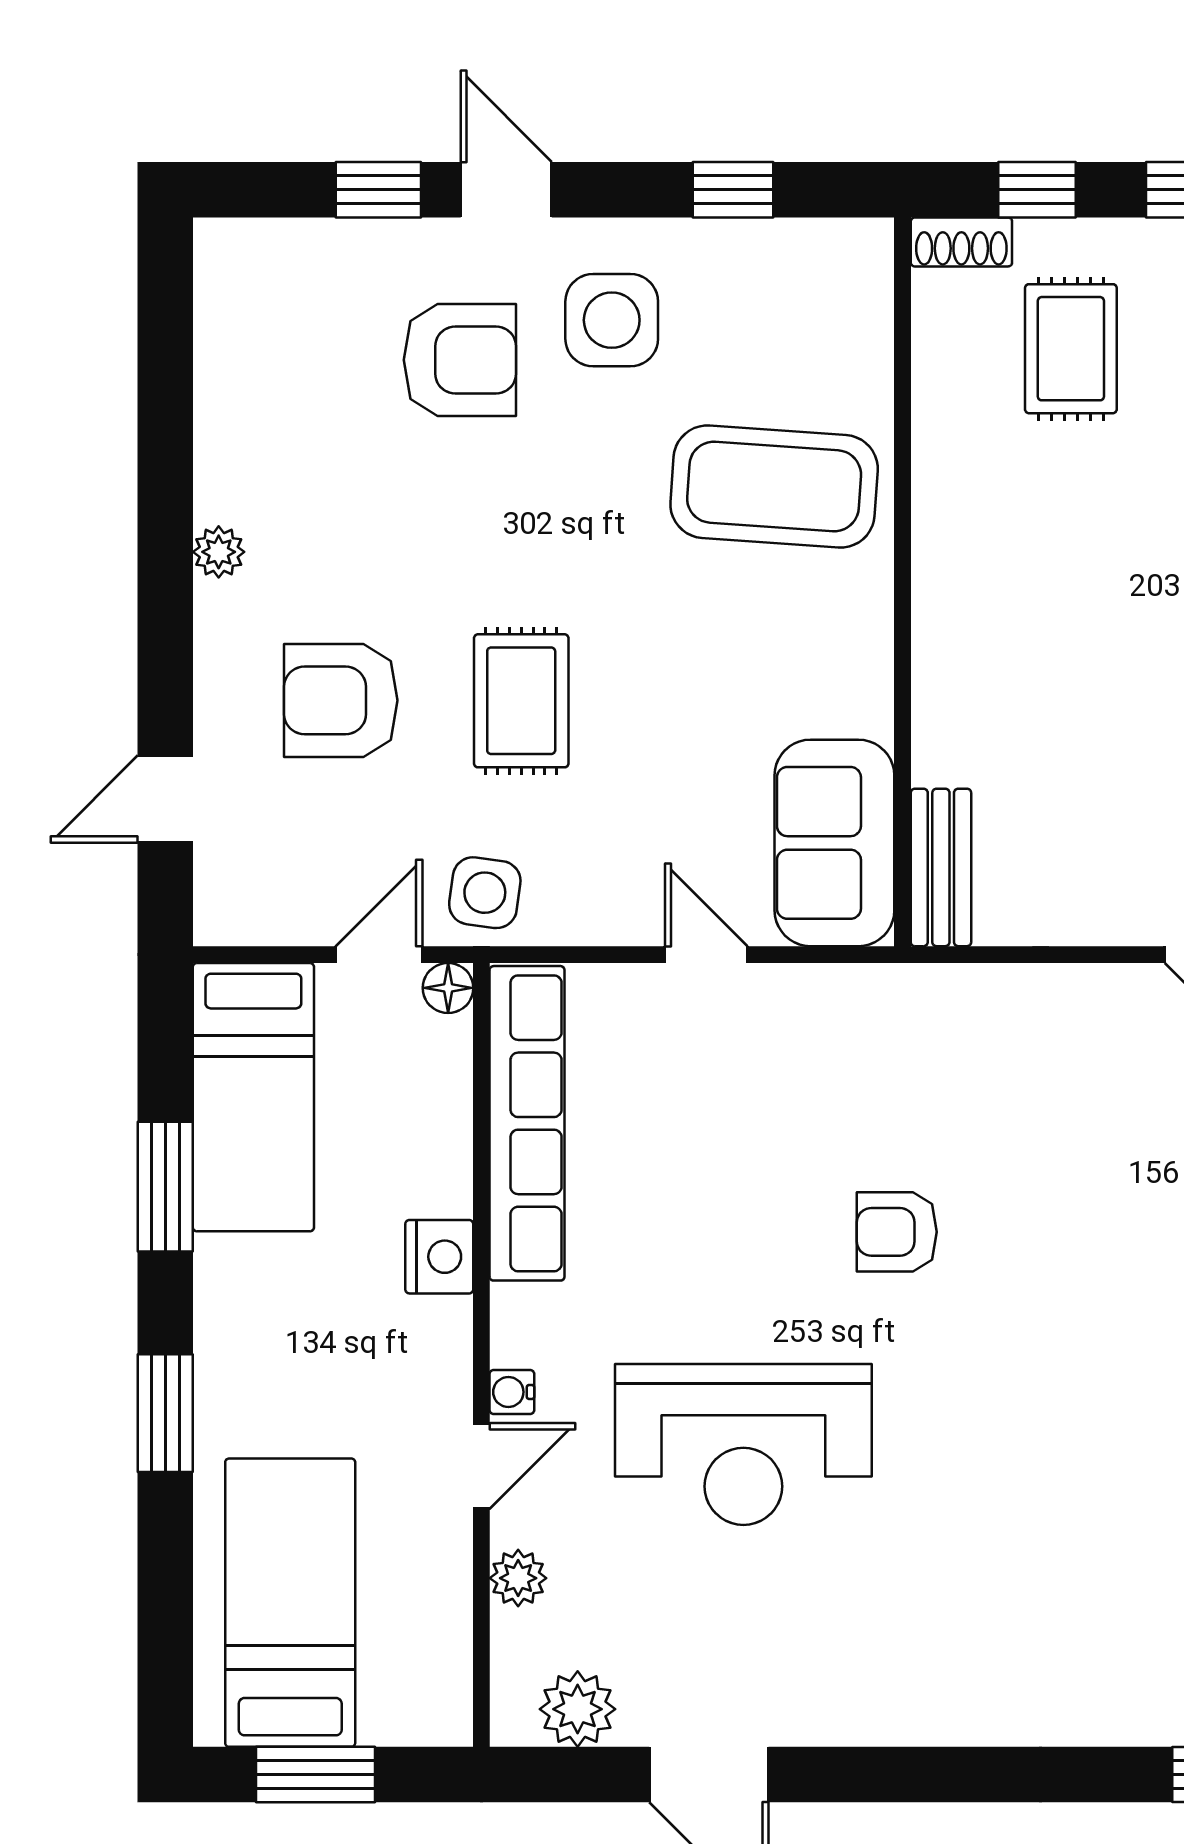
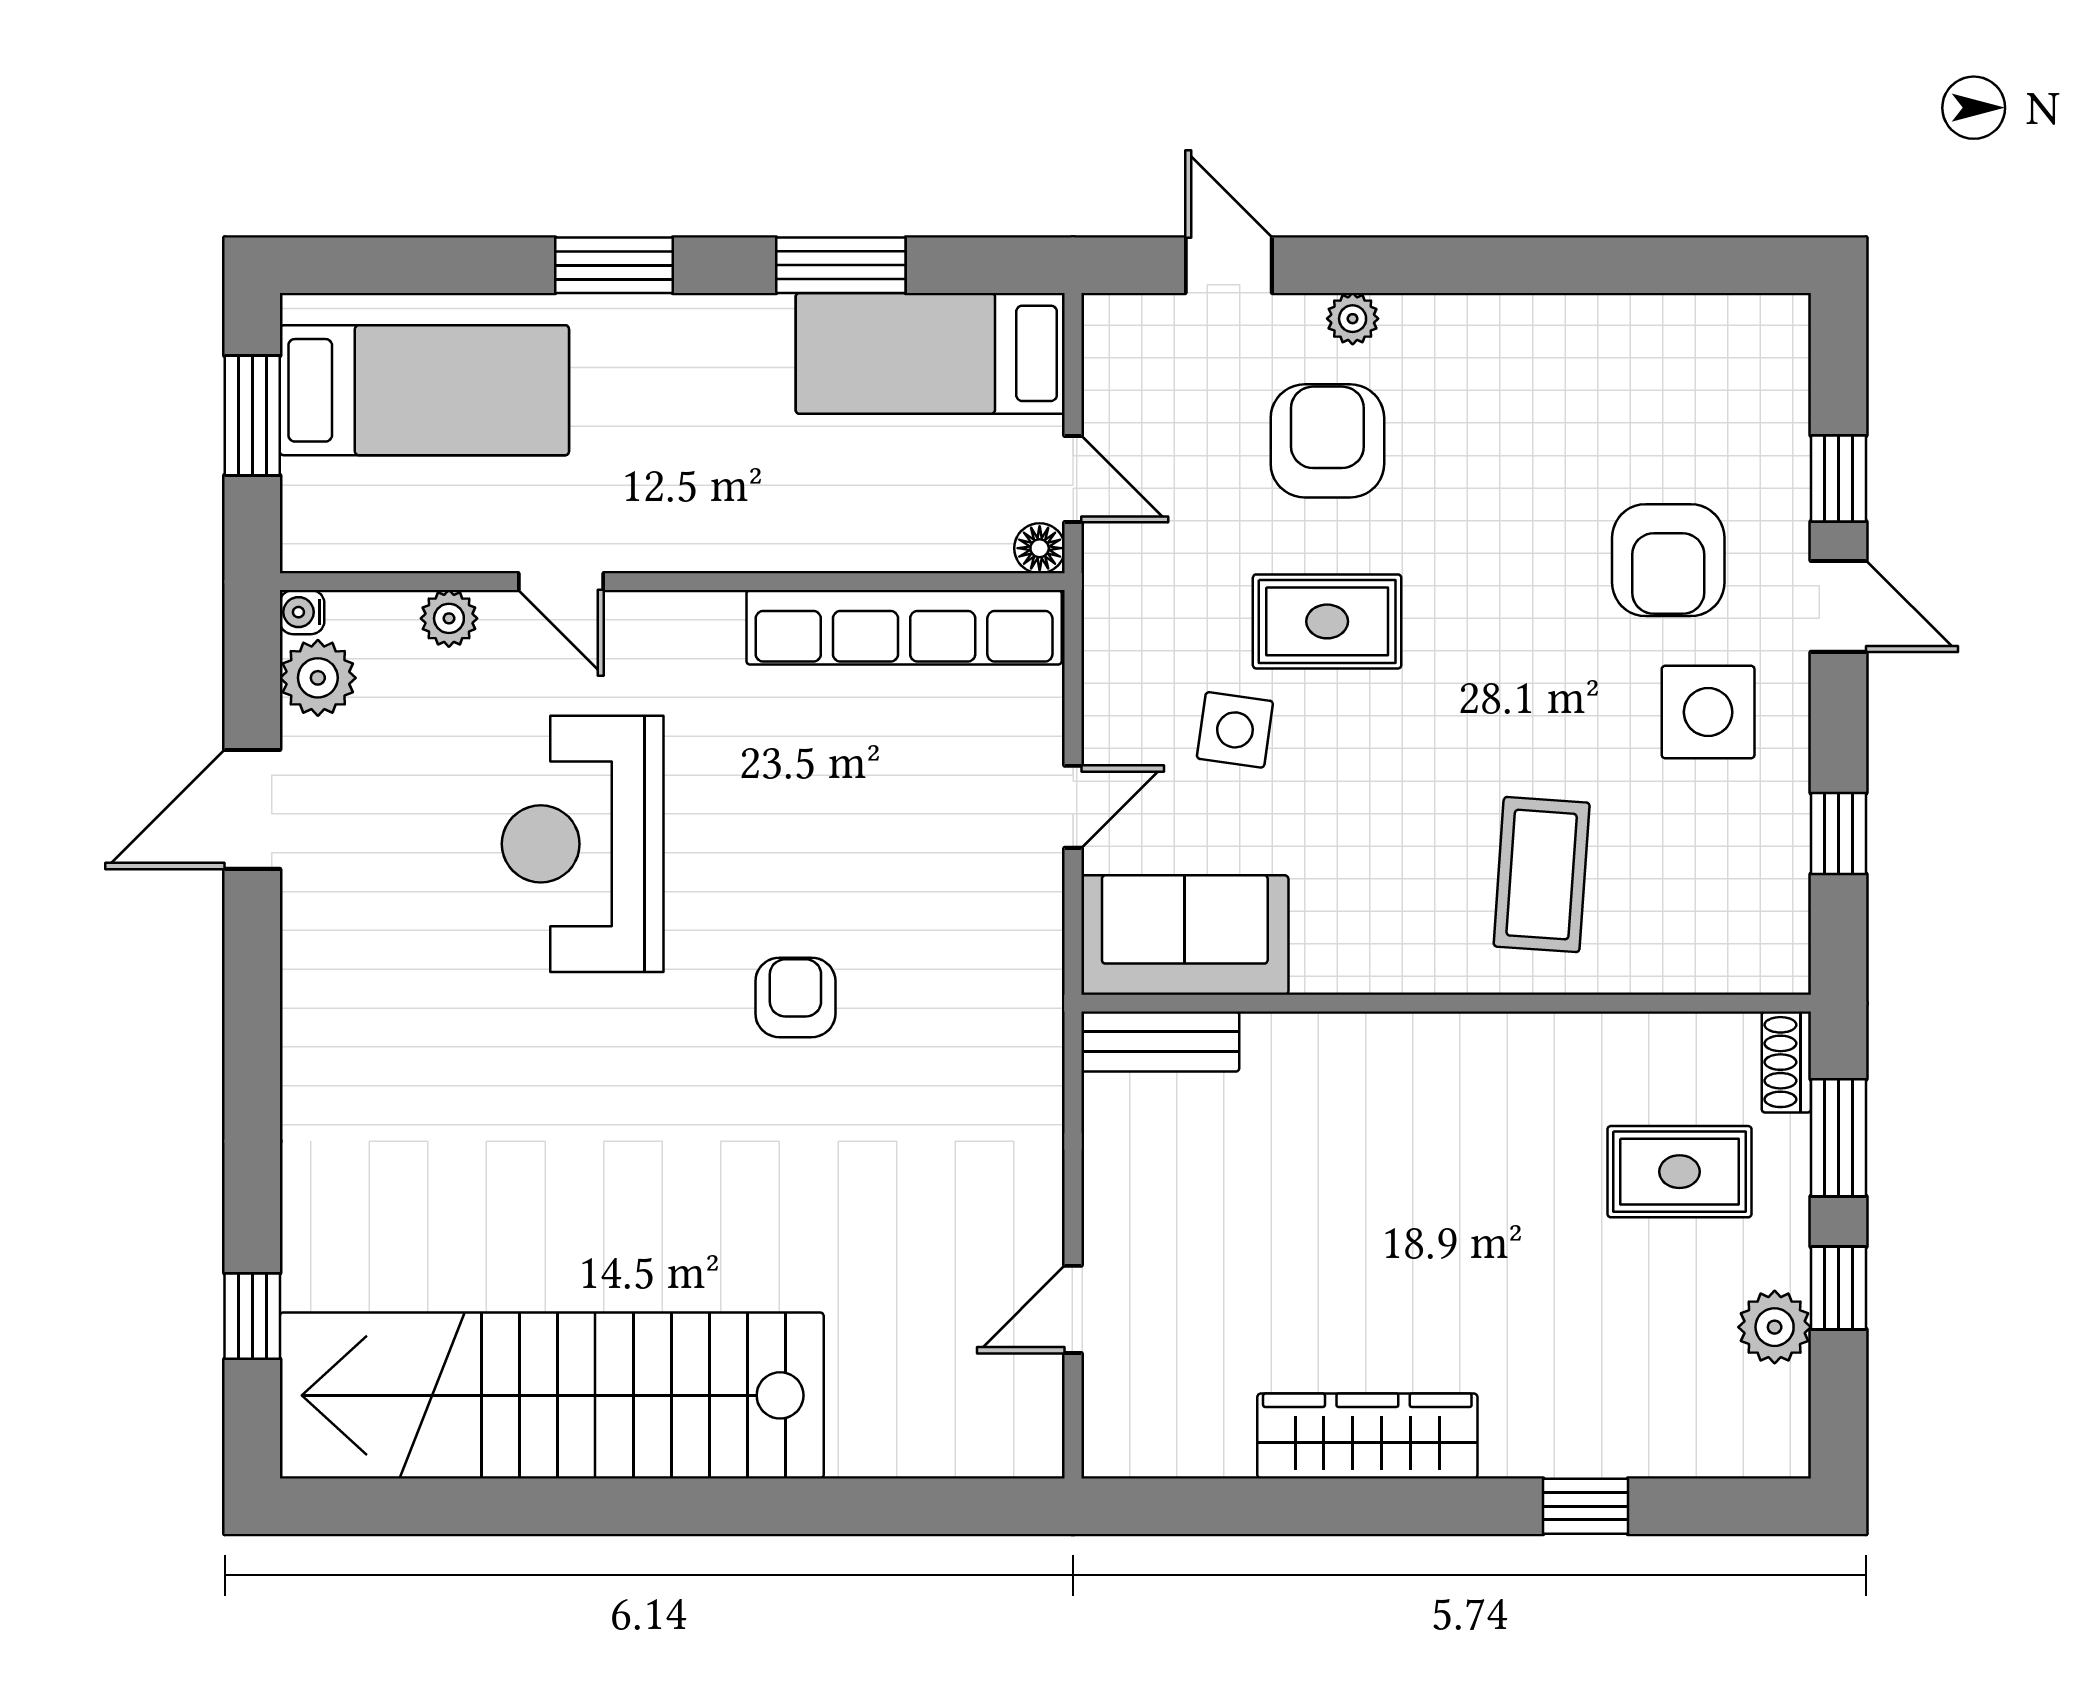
door: (506, 190) -> (1839, 606), hinge flipped
window: (1037, 190) -> (1839, 1138), width x1.50
coffee table: (774, 486) -> (1542, 875), width x0.73, depth x0.76
plant: (219, 552) -> (1353, 319), moved
side table: (485, 893) -> (1235, 730), moved
nightstand: (439, 1257) -> (771, 539), removed
water cooler: (512, 1392) -> (302, 612), moved, turned -90

